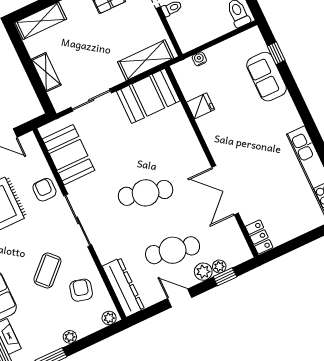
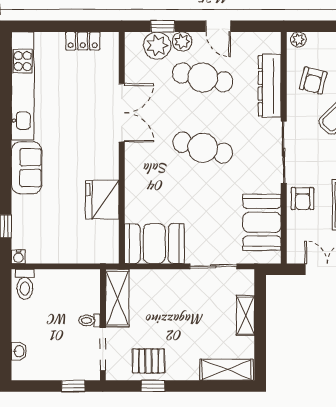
water cooler: (199, 59) -> (18, 257), moved
shelving: (146, 60) -> (117, 298), moved, turned 90
sofa: (267, 77) -> (27, 168), moved
fridge: (201, 106) -> (102, 200), width x1.88, depth x1.34
locker: (259, 237) -> (83, 41), moved, turned -90
plant: (219, 266) -> (157, 46), width x1.87, depth x1.87
dresser: (123, 287) -> (270, 86), moved

